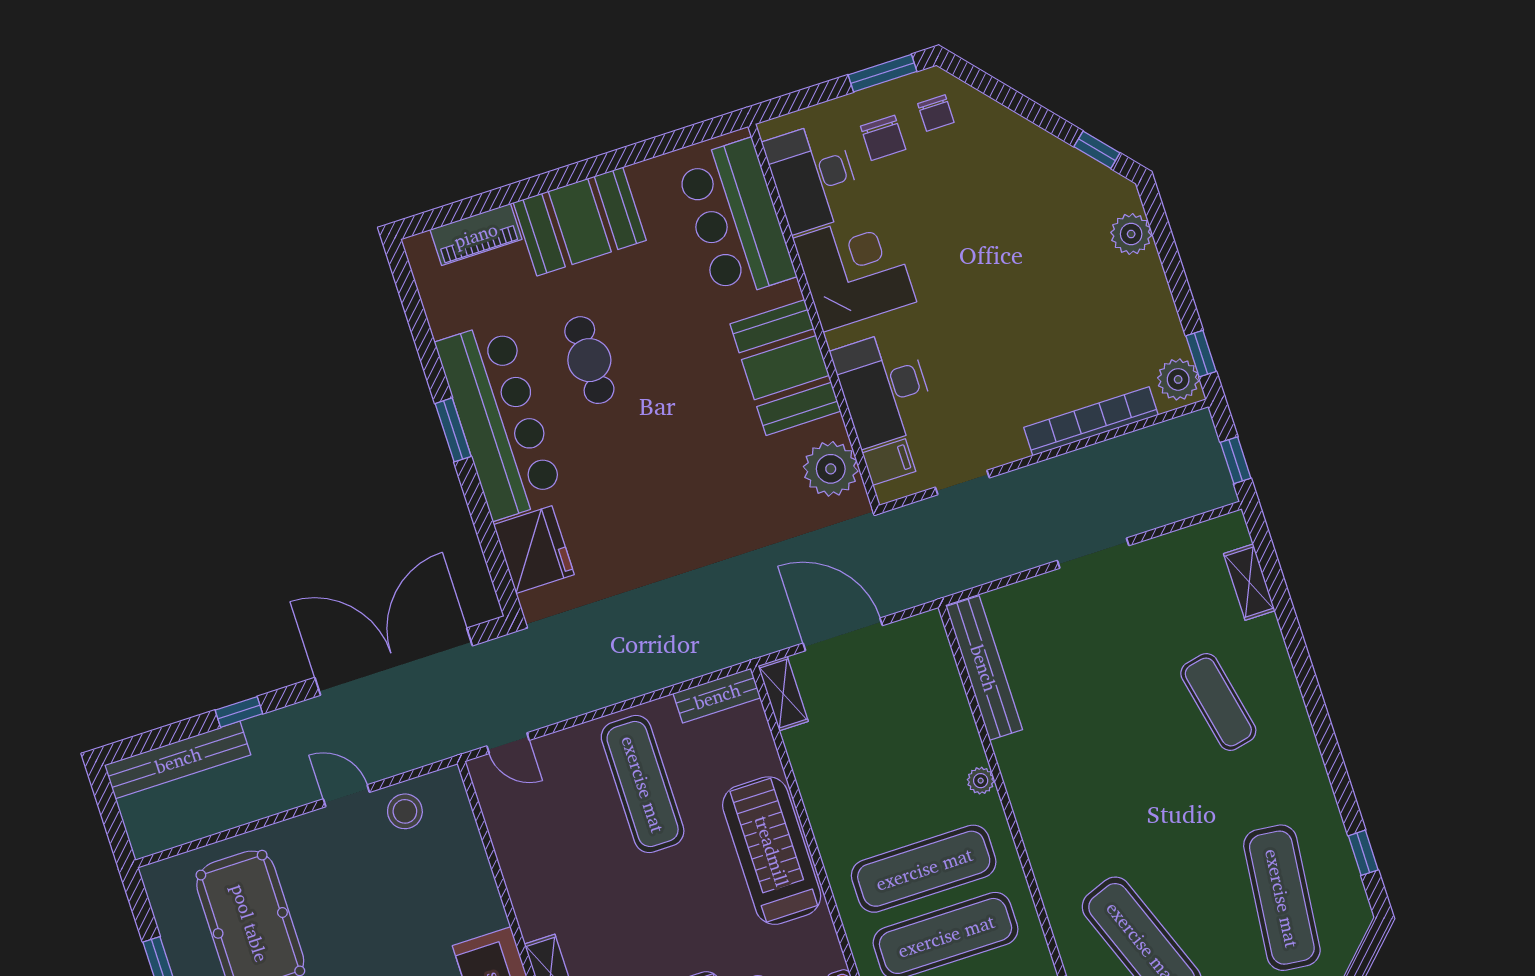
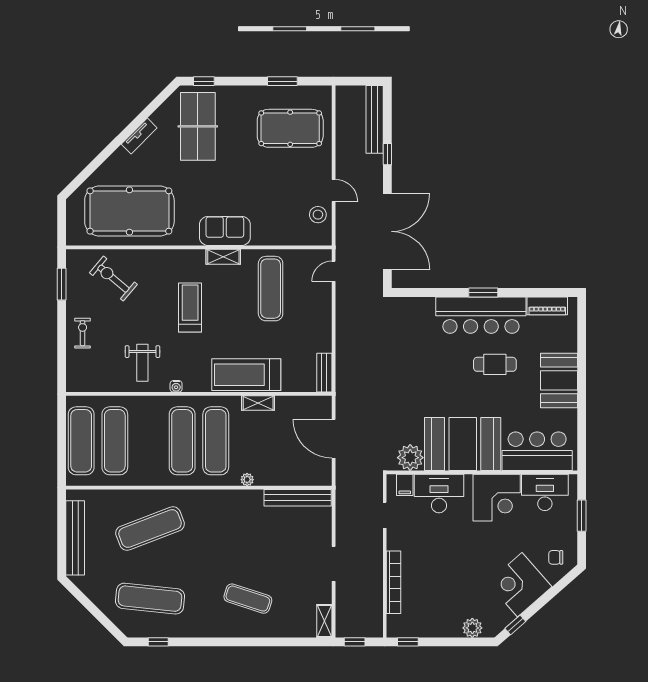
window: (883, 73) -> (582, 516), moved
chair: (883, 138) -> (552, 530), removed
corner desk: (1014, 167) -> (520, 585), added
piano: (476, 235) -> (547, 306), moved, turned -90
booth: (785, 368) -> (463, 444), width x1.36, depth x1.42
plant: (1178, 379) -> (400, 628), removed
fridge: (534, 550) -> (417, 311), removed
shelving: (1249, 582) -> (324, 621), moved, turned 90
door: (843, 634) -> (334, 439), swing flipped
shelving: (783, 694) -> (258, 403), moved
exercise mat: (1218, 702) -> (248, 599), turned 30
exercise mat: (643, 784) -> (271, 289), moved, turned 90
door: (346, 796) -> (334, 190), hinge flipped
treadmill: (772, 851) -> (246, 375), turned 180

